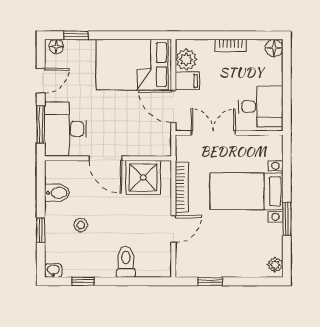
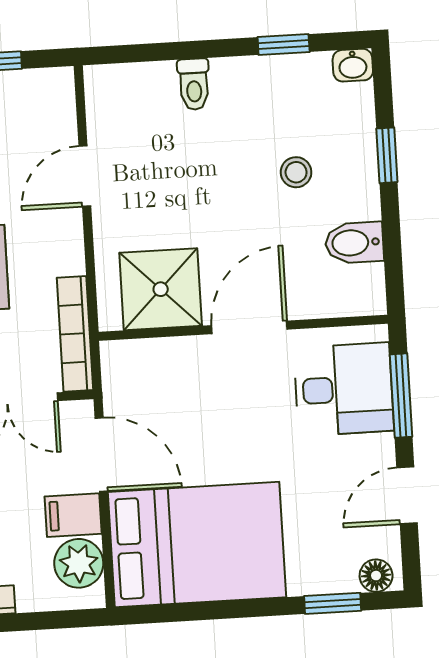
desk: (66, 129) -> (344, 389), width x0.73
door: (105, 158) -> (249, 327), hinge flipped
bookcase: (182, 187) -> (75, 334), moved
toilet: (126, 262) -> (194, 84), width x0.73, depth x0.72

